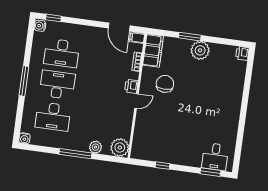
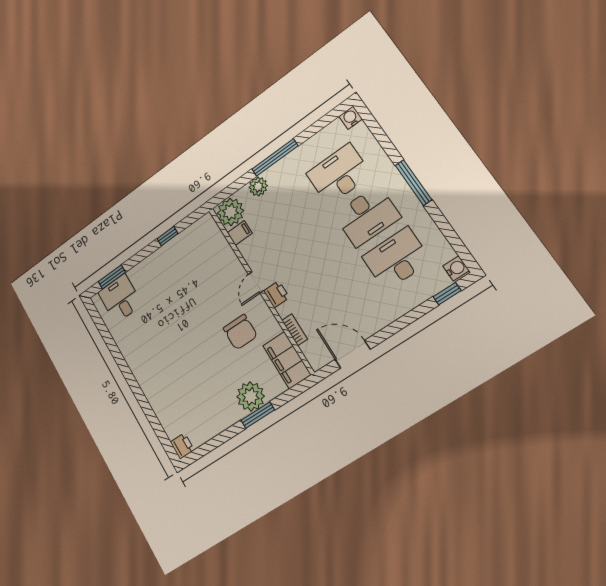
filing cabinet: (137, 38) -> (240, 233), moved
plant: (200, 50) -> (251, 396), moved

